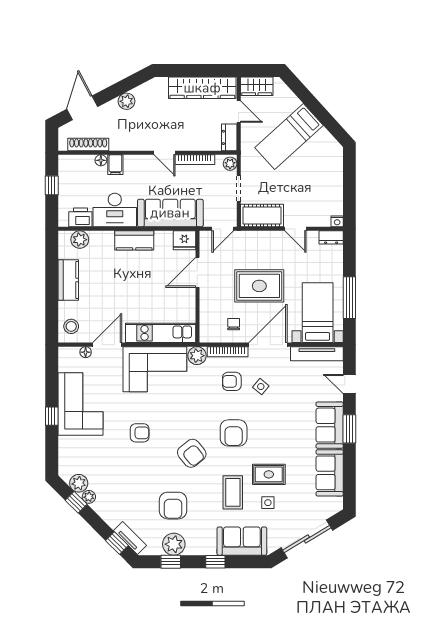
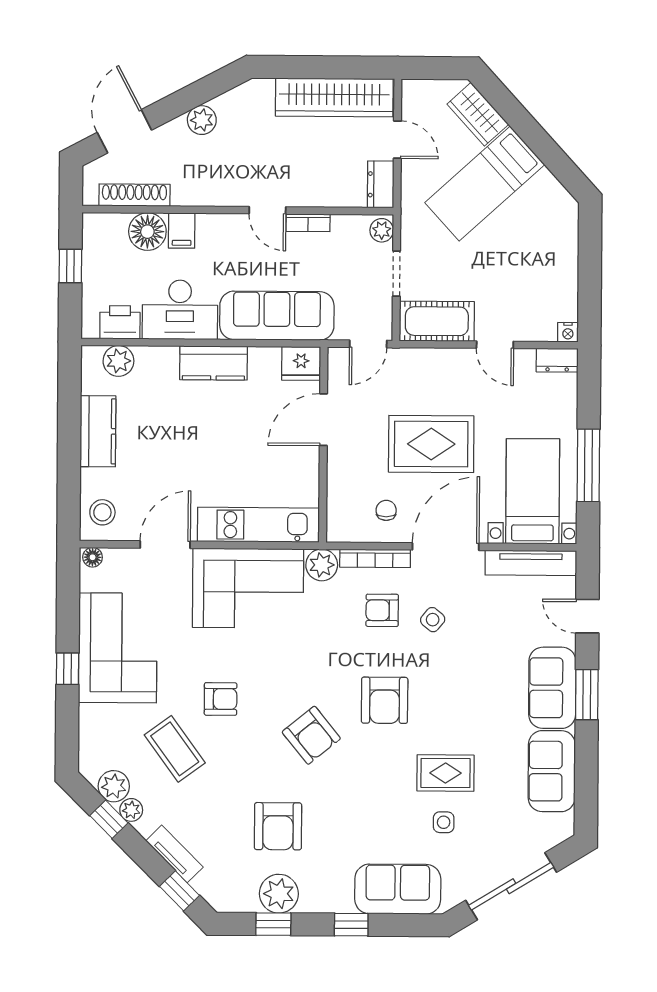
wardrobe: (257, 86) -> (478, 114), moved, turned 48
floor lamp: (101, 160) -> (147, 232), width x1.89, depth x1.89
bookcase: (195, 160) -> (308, 223), width x0.64
floor lamp: (86, 352) -> (93, 557), moved
coffee table: (233, 492) -> (175, 749), moved, turned -36
tv unit: (130, 538) -> (174, 854), moved

